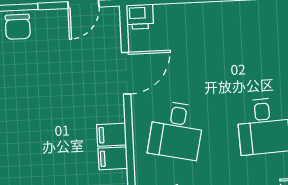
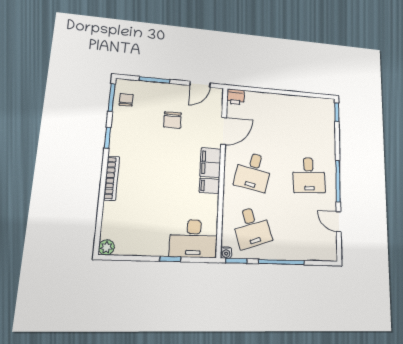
chair: (18, 27) -> (172, 120), moved
filing cabinet: (112, 135) -> (210, 163), width x2.00

